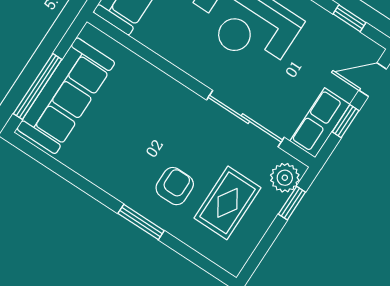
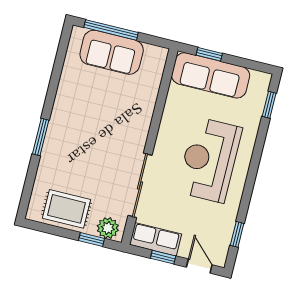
sofa: (66, 96) -> (112, 52), width x0.73
armchair: (175, 186) -> (74, 152), removed
rug: (227, 203) -> (67, 209), moved

